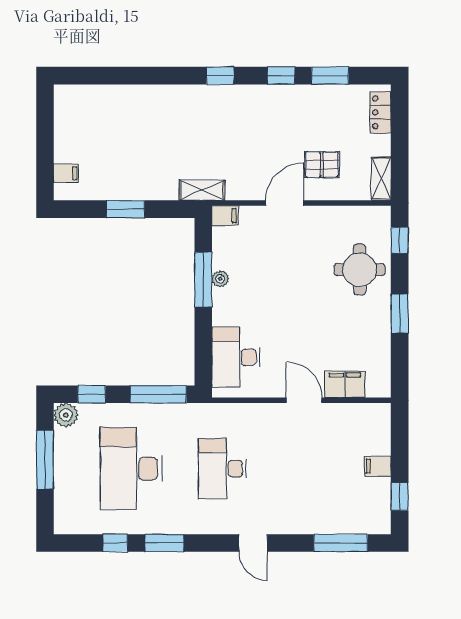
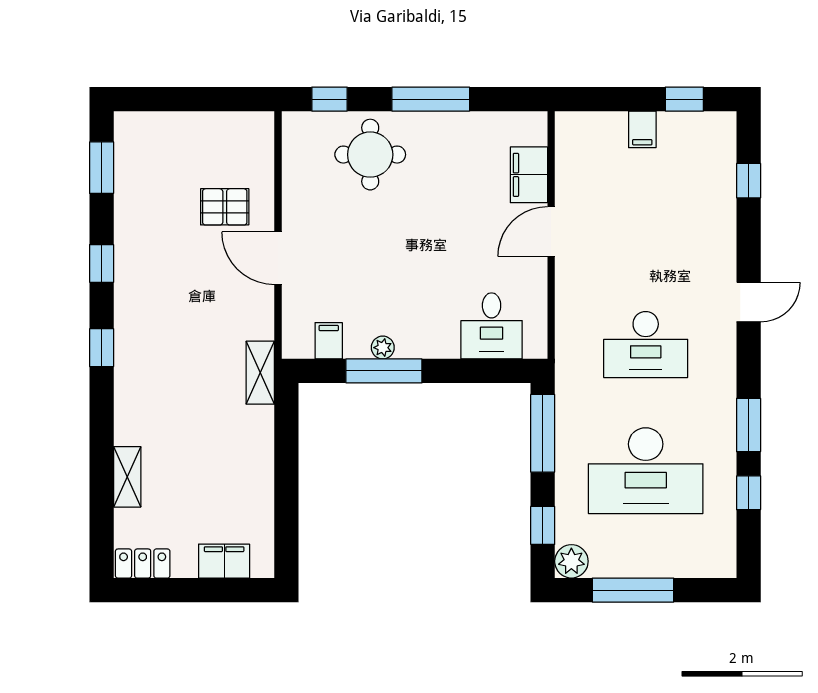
window: (330, 76) -> (102, 168), moved
locker: (380, 112) -> (143, 564), moved, turned 180
pallet: (322, 165) -> (225, 207), turned 90
filing cabinet: (66, 173) -> (224, 561), width x2.00
shelving: (381, 179) -> (127, 477), moved, turned 90
window: (126, 209) -> (286, 479), removed
filing cabinet: (225, 216) -> (329, 341), moved
window: (400, 313) -> (431, 99), width x1.44
desk: (236, 357) -> (492, 326), width x0.73
window: (341, 543) -> (749, 181), width x0.46

